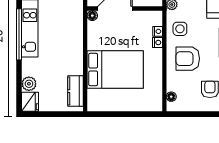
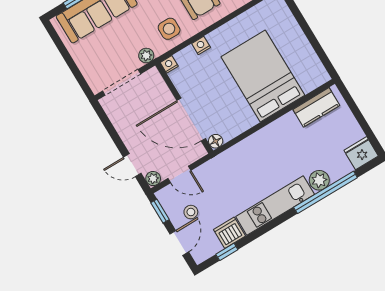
nightstand: (158, 31) -> (169, 64), moved
window: (19, 34) -> (325, 192), moved
plant: (29, 84) -> (319, 180), moved

